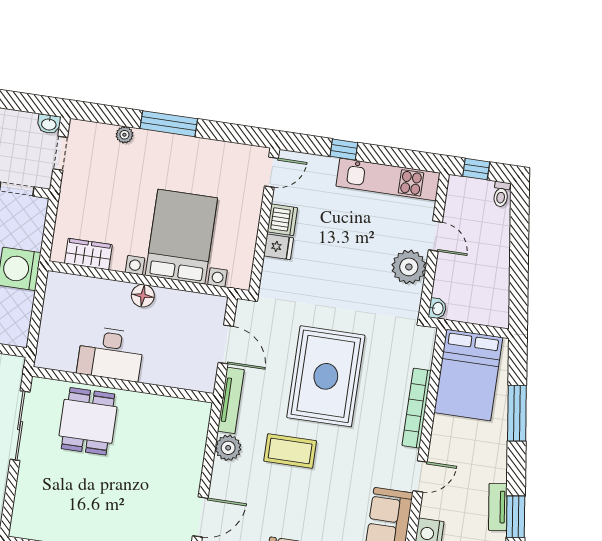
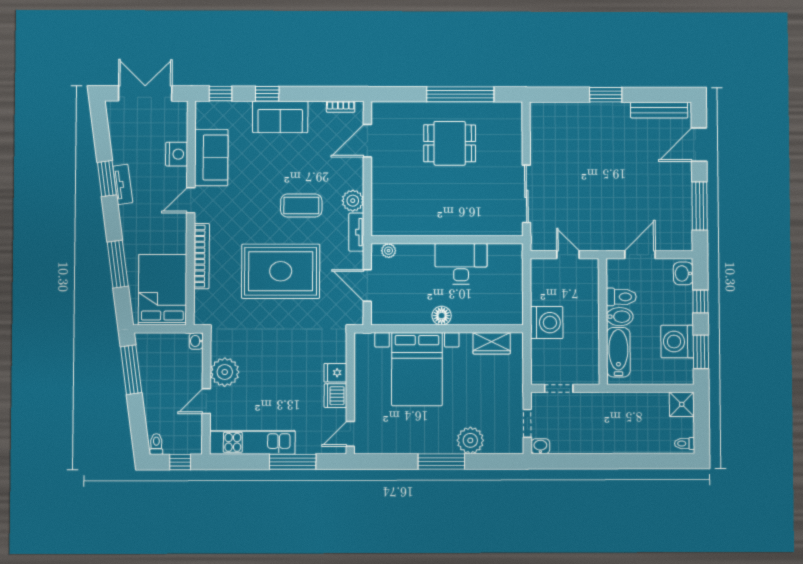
plant: (124, 135) -> (470, 440), width x1.88, depth x1.88
window: (344, 150) -> (293, 462), width x2.17
door: (435, 236) -> (206, 401), hinge flipped
window: (519, 286) -> (131, 370), added
rug: (326, 376) -> (281, 271), turned 90
plant: (194, 382) -> (389, 251), added
tv unit: (231, 400) -> (356, 232), width x0.71
dining table: (88, 421) -> (450, 143), moved, turned 90

